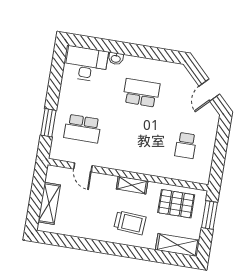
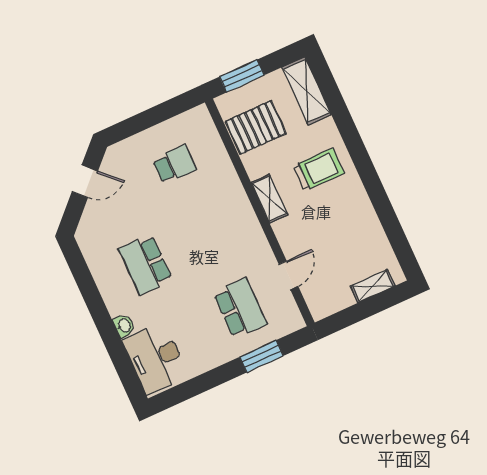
shelving: (49, 203) -> (373, 286), width x0.67, depth x0.75
pallet: (176, 204) -> (256, 127), turned 90
trolley: (130, 223) -> (319, 170), turned 86

